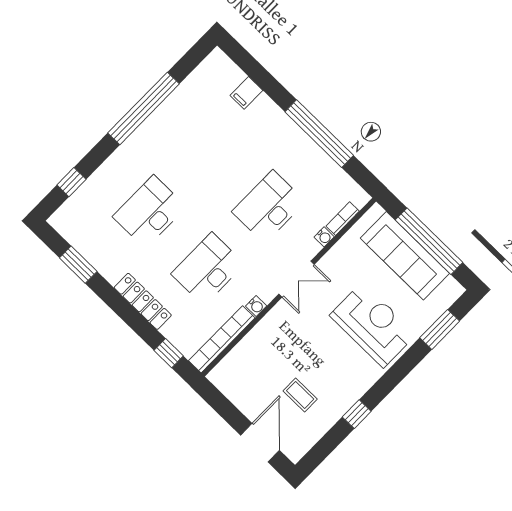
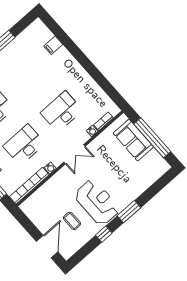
window: (319, 134) -> (93, 72), removed
sofa: (405, 256) -> (133, 140), width x0.73
reception desk: (373, 325) -> (97, 202), moved
window: (440, 329) -> (129, 212), moved

